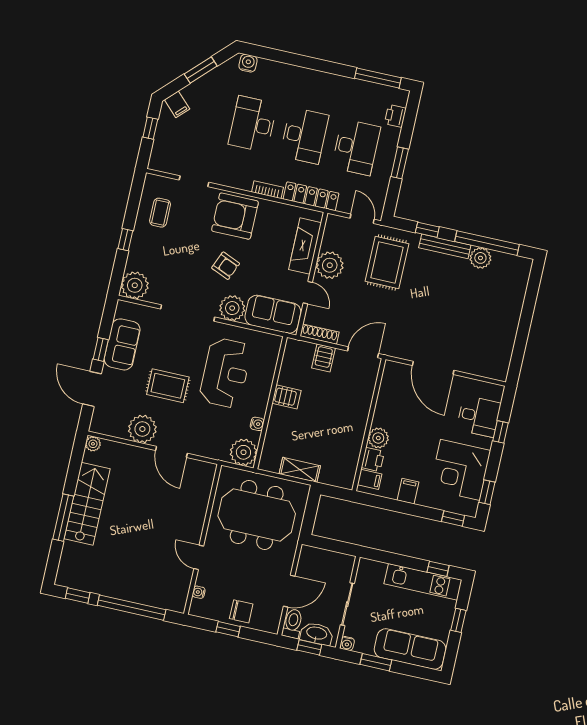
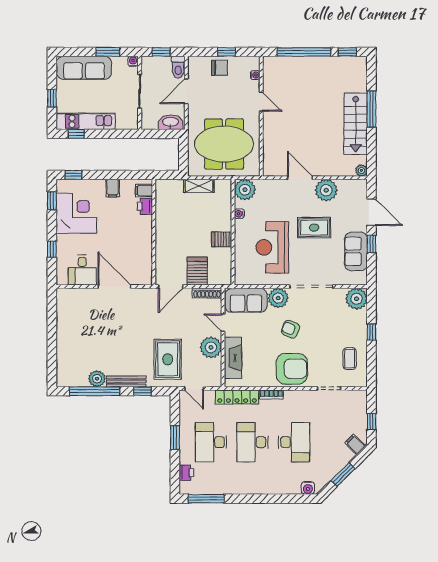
server rack: (323, 358) -> (197, 271), width x1.36, depth x1.44
desk: (479, 416) -> (82, 270), moved, turned -90
plant: (378, 438) -> (144, 224), removed
chair: (241, 611) -> (219, 68), turned 180
washbasin: (317, 634) -> (171, 122), moved, turned 180

